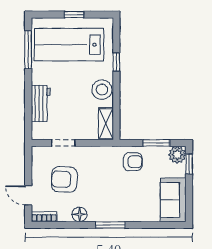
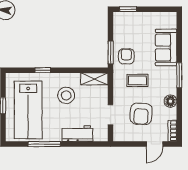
window: (28, 50) -> (44, 144), moved
stool: (102, 90) -> (66, 95), moved
window: (156, 143) -> (111, 52), moved
plant: (177, 155) -> (121, 19), removed
coffee table: (104, 175) -> (137, 80), added
sofa: (173, 200) -> (166, 47), moved, turned 90

